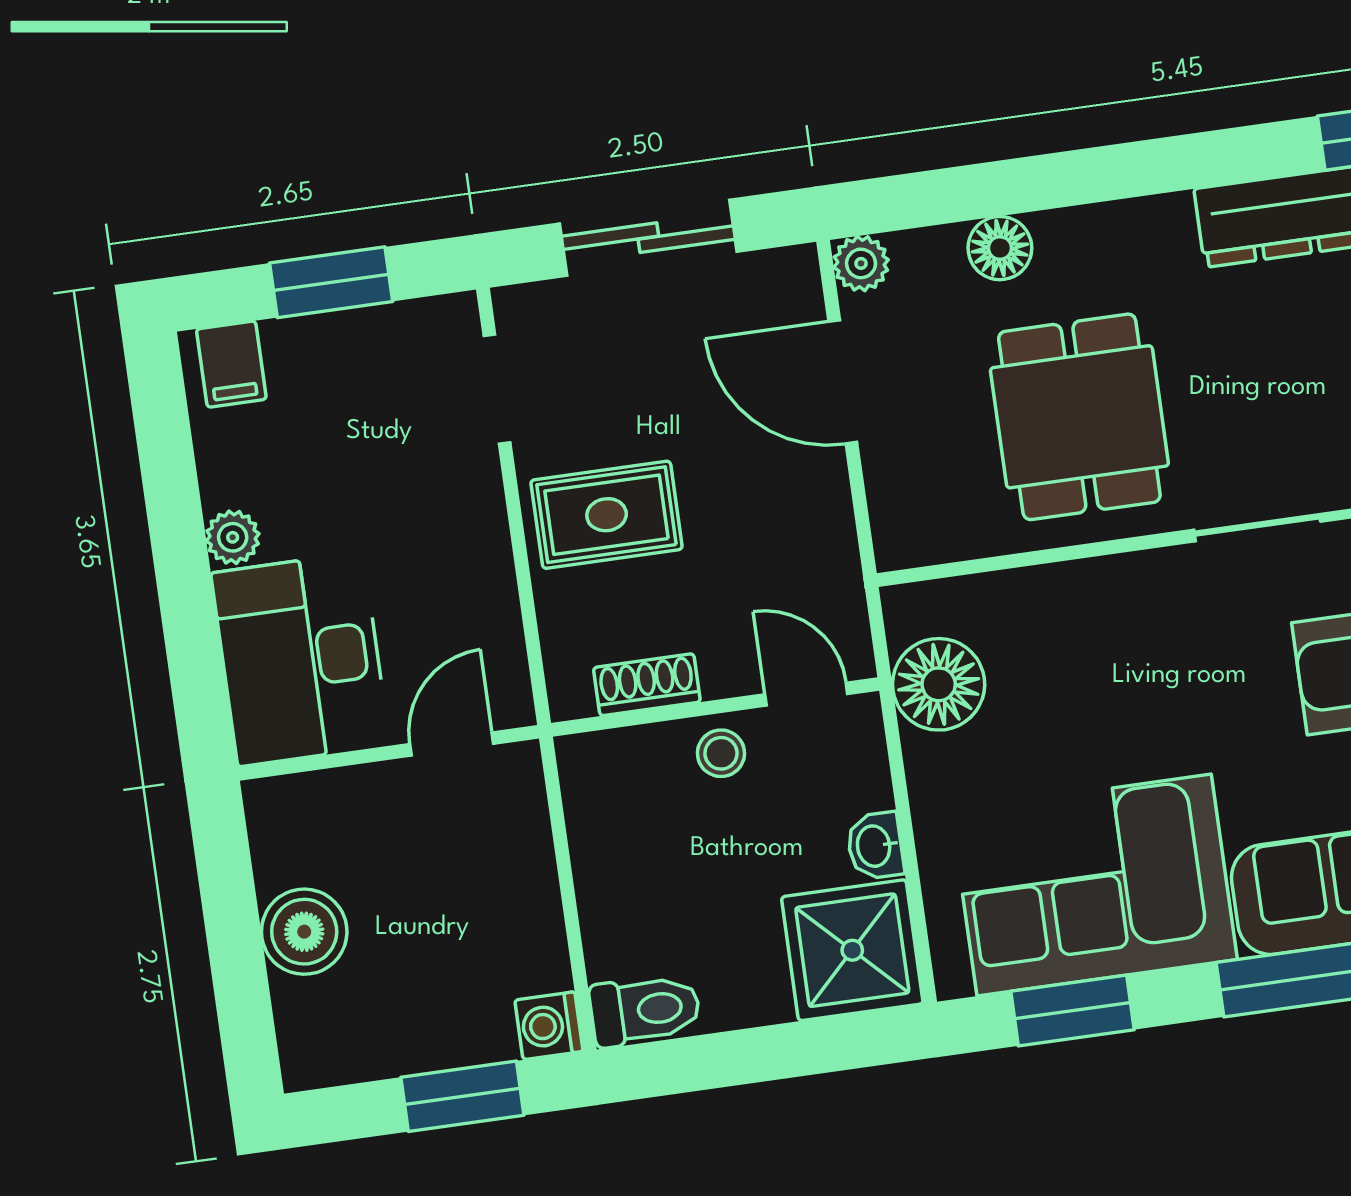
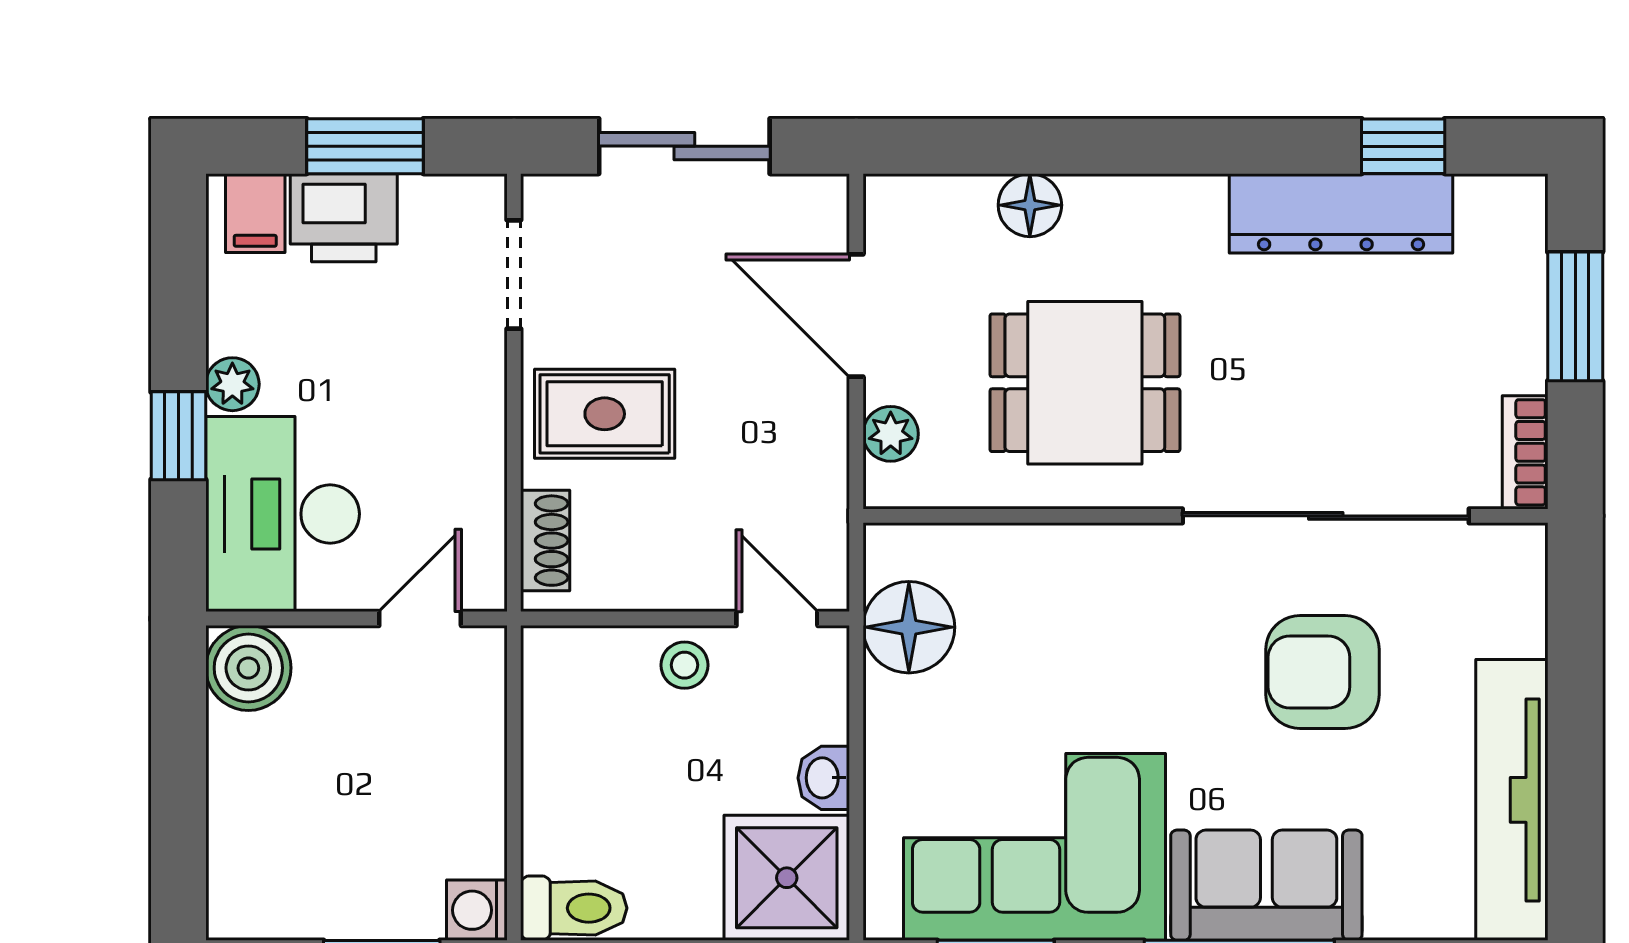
plant: (861, 263) -> (891, 434), moved
printer: (320, 356) -> (344, 218), added
dining table: (1079, 417) -> (1085, 383), turned 90
window: (186, 596) -> (178, 436), added
shoe rack: (647, 685) -> (545, 541), moved, turned 90
boiler: (304, 932) -> (248, 668), moved

